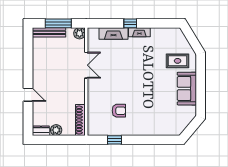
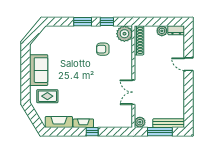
fireplace: (113, 34) -> (59, 122), moved
plant: (96, 127) -> (124, 34), added
window: (140, 140) -> (83, 22), added

